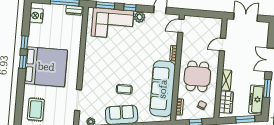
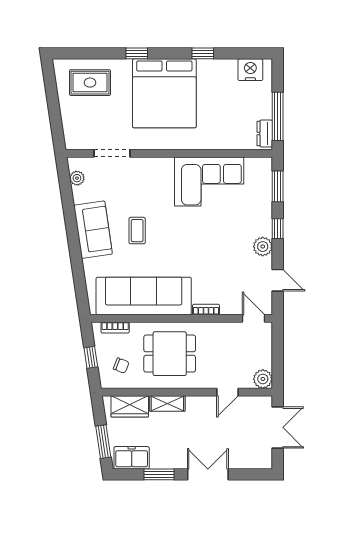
corner sofa: (112, 23) -> (209, 182), moved, turned -90
plant: (217, 23) -> (263, 379), added
door: (223, 45) -> (227, 392), swing flipped
window: (23, 62) -> (137, 53), moved
freezer: (256, 100) -> (132, 458), width x0.71

